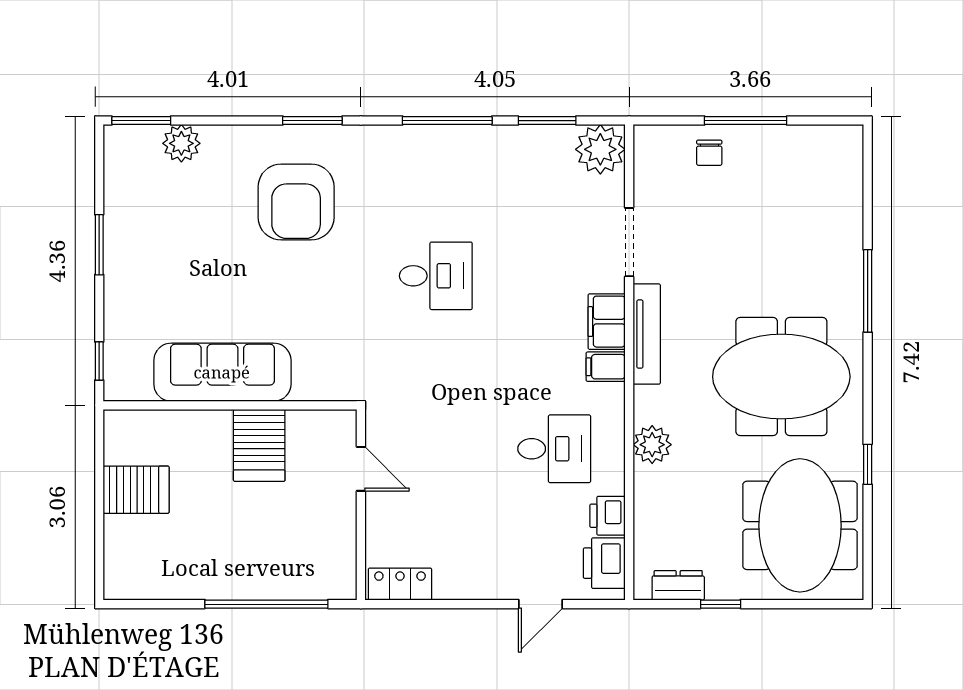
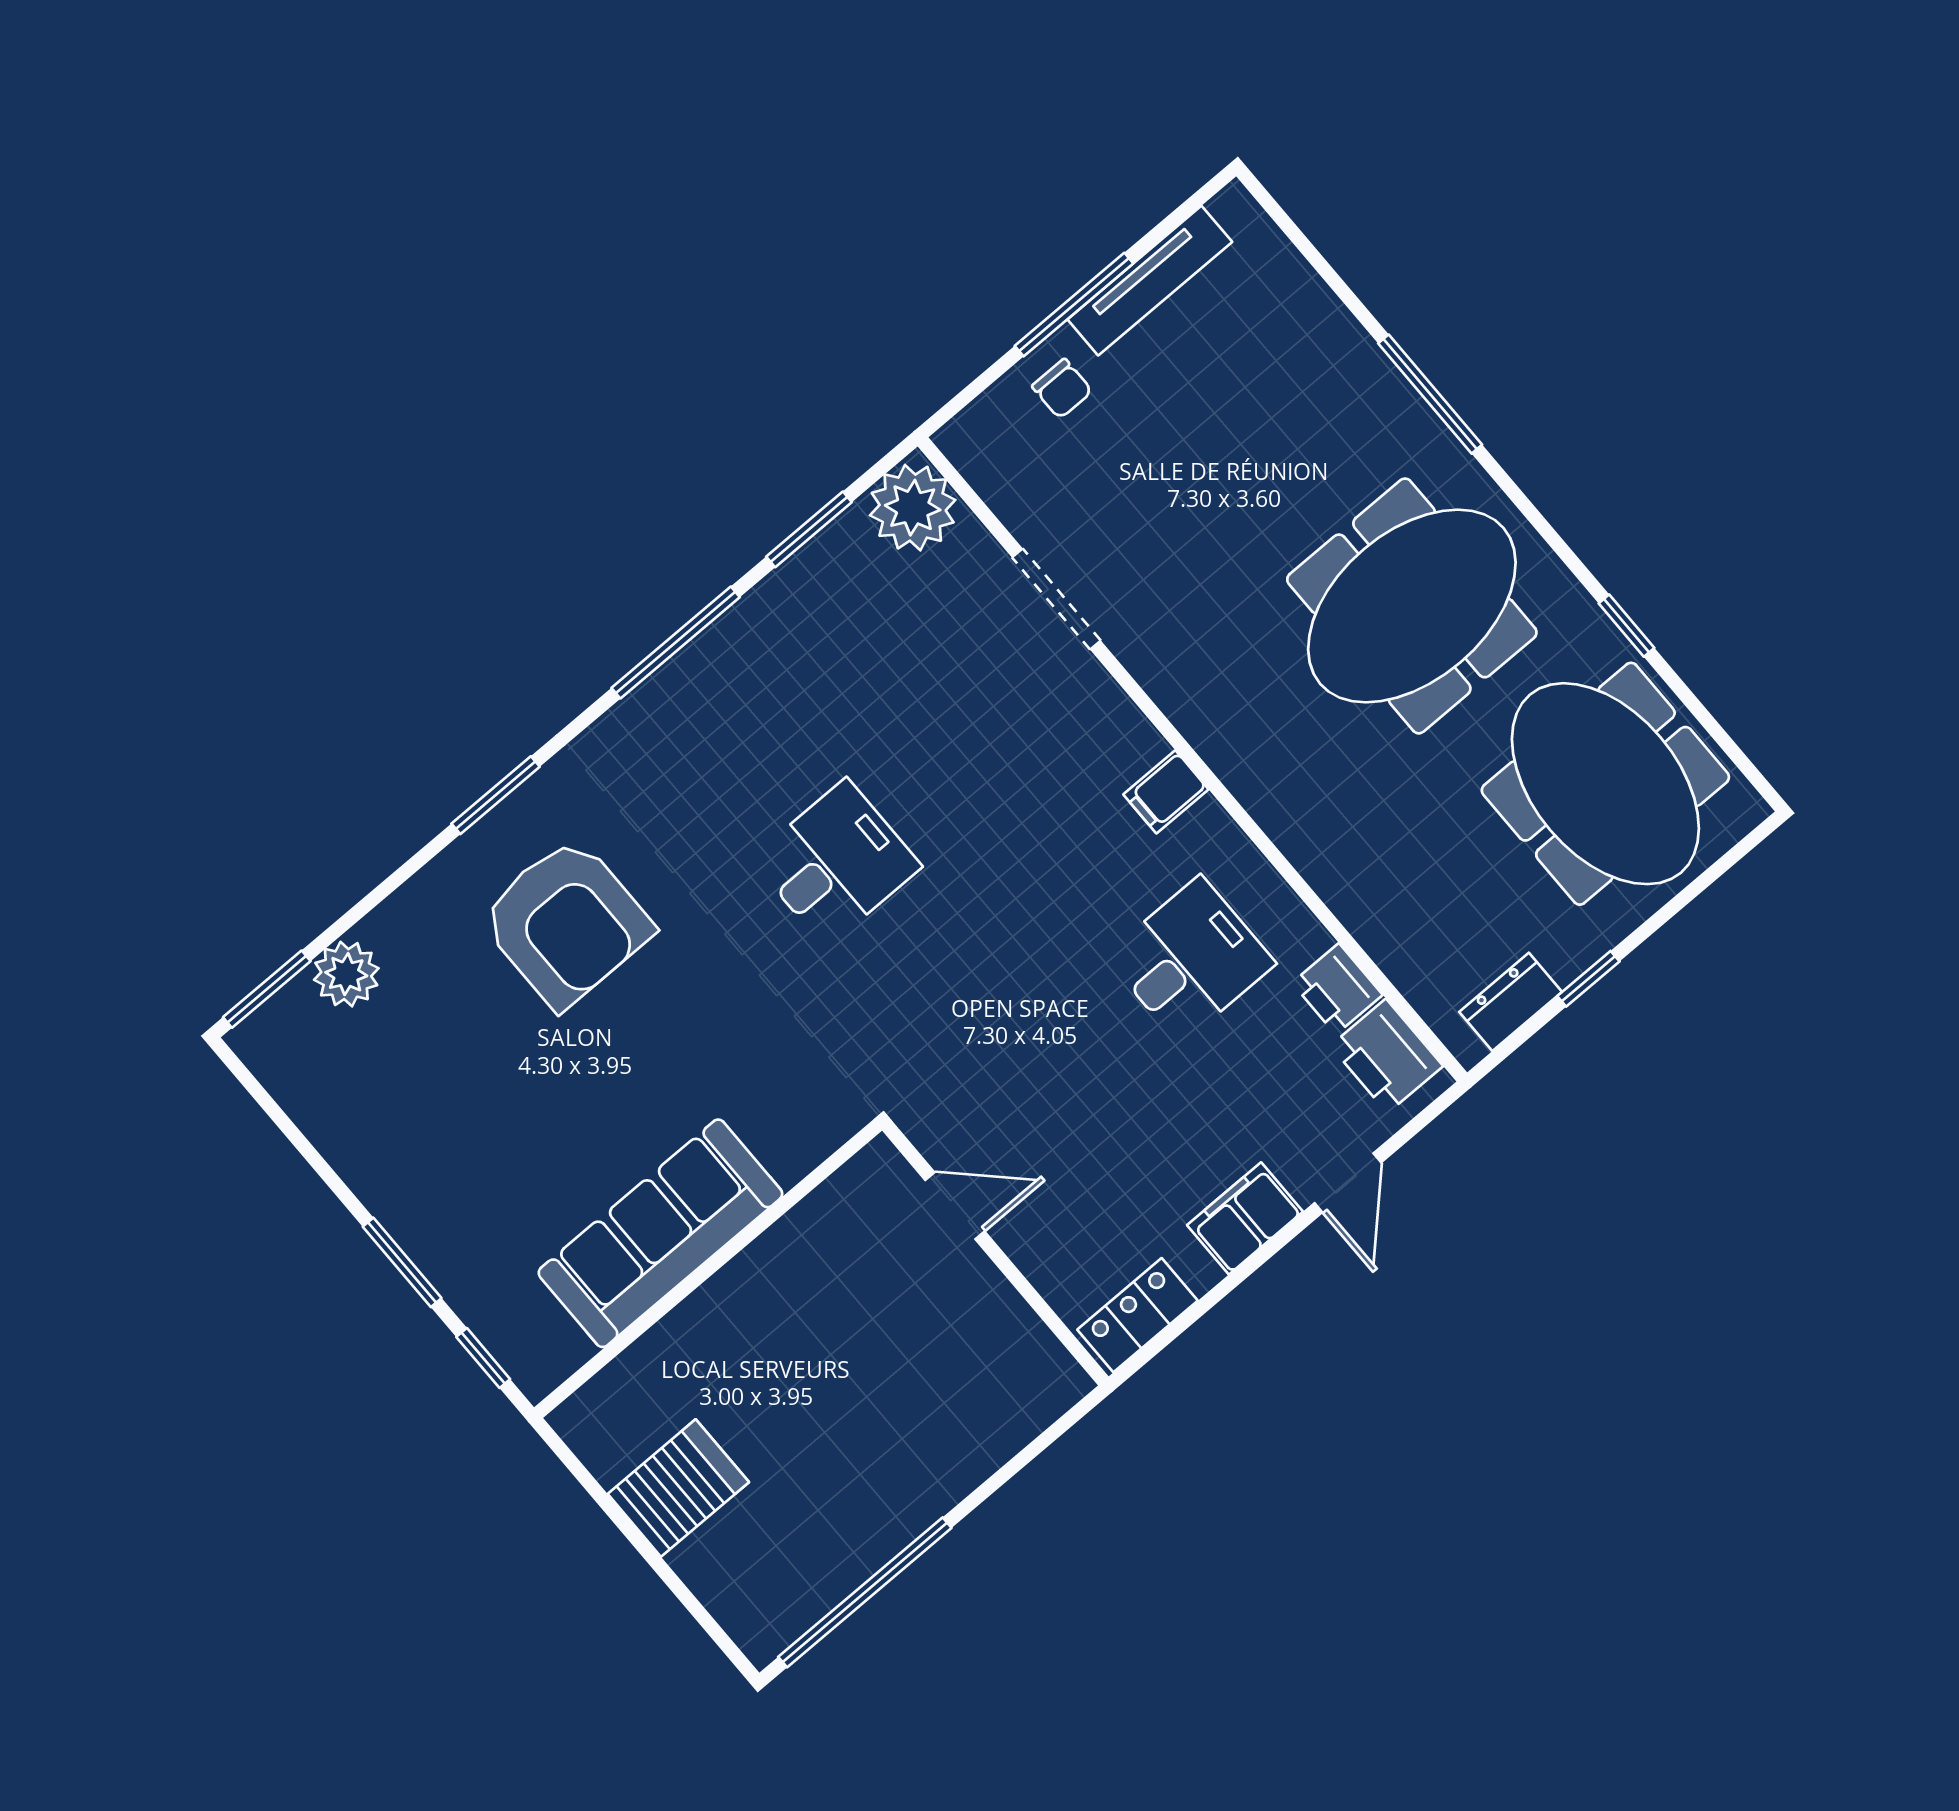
window: (99, 245) -> (402, 1262), moved
filing cabinet: (607, 322) -> (1245, 1218), moved, turned 90
tv unit: (647, 334) -> (1150, 281), moved, turned 90
server rack: (259, 445) -> (792, 1289), removed
plant: (652, 445) -> (1316, 843), removed
window: (266, 604) -> (865, 1592), moved

